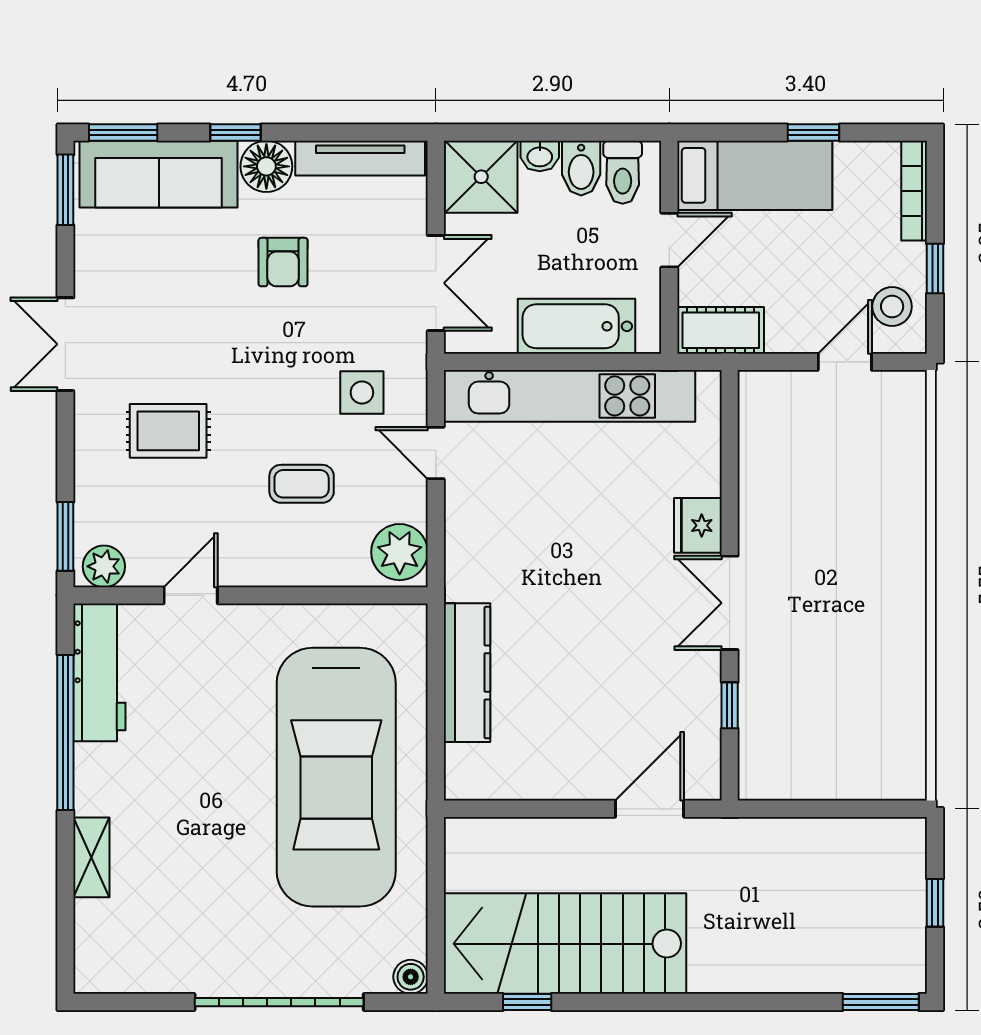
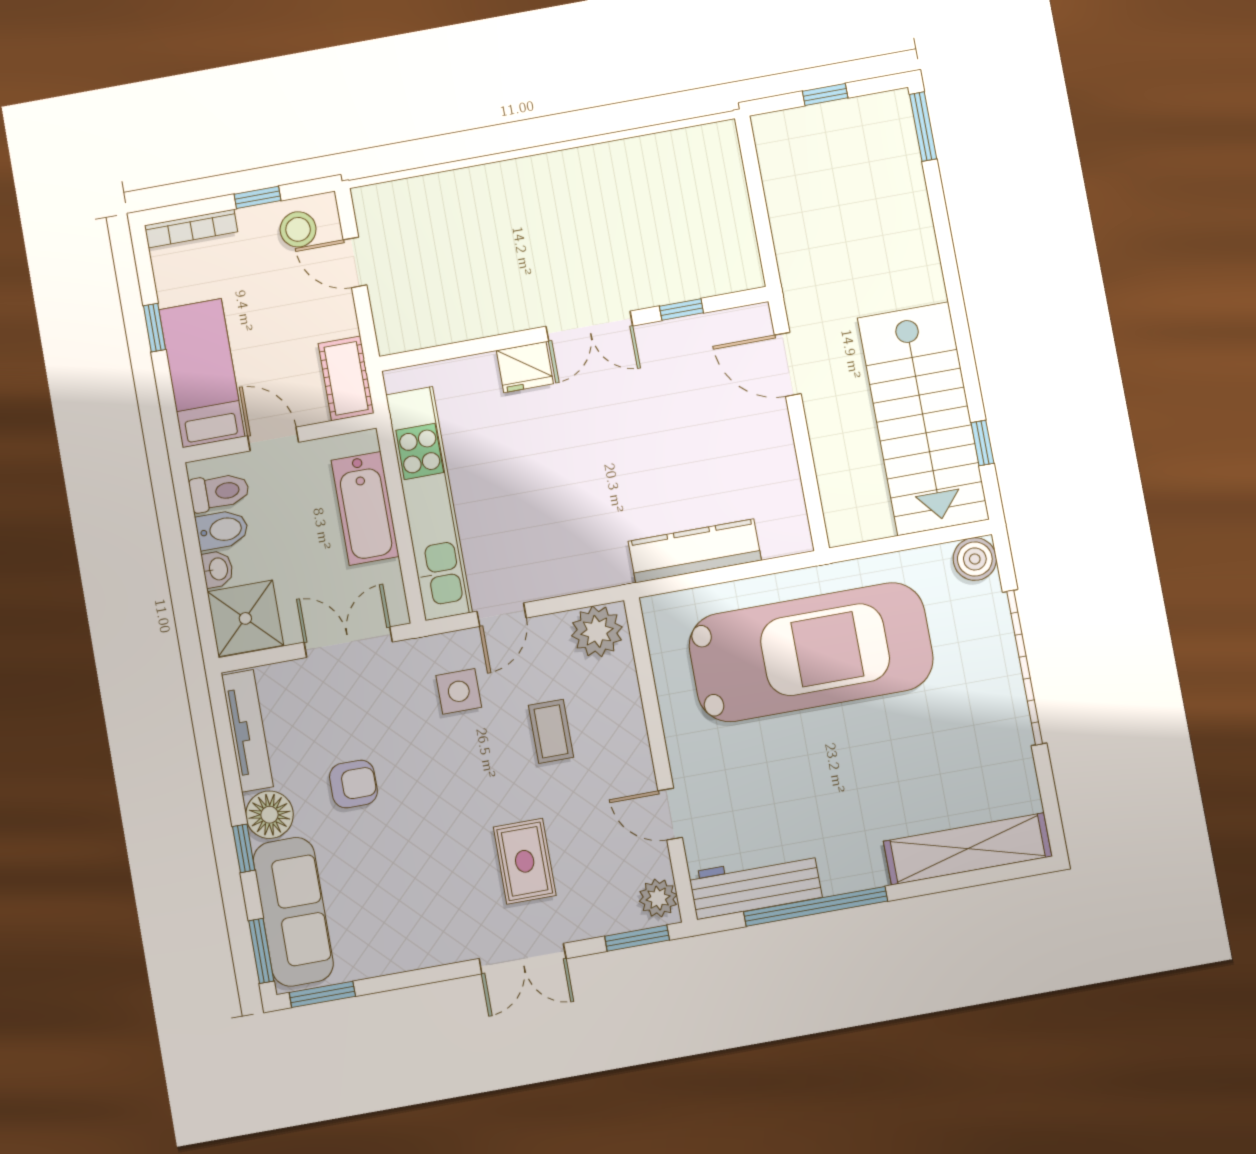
double door: (65, 344) -> (523, 959), moved
shelving: (91, 857) -> (968, 849), width x2.20, depth x1.33
boiler: (411, 977) -> (975, 559), width x1.36, depth x1.36

